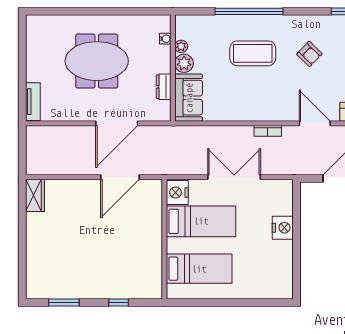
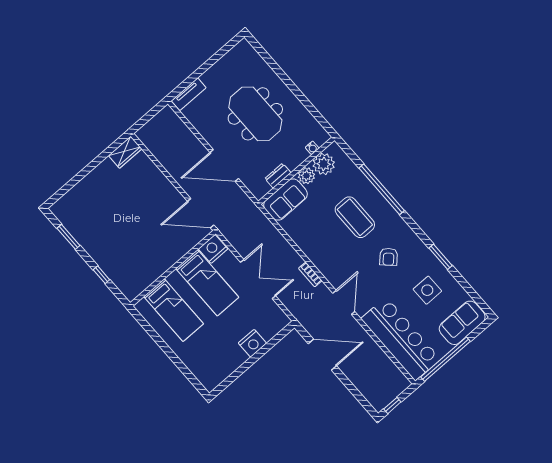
plant: (181, 46) -> (324, 164), width x1.88, depth x1.88
door: (120, 177) -> (201, 213), moved

